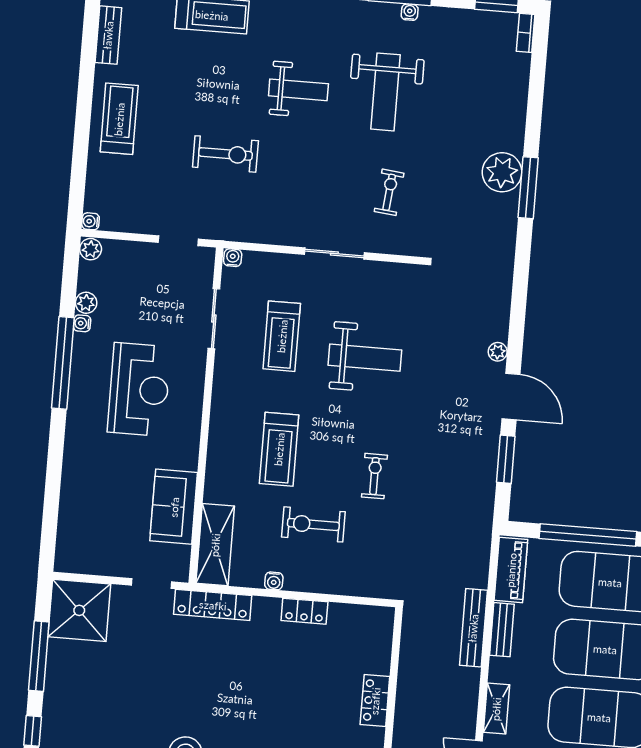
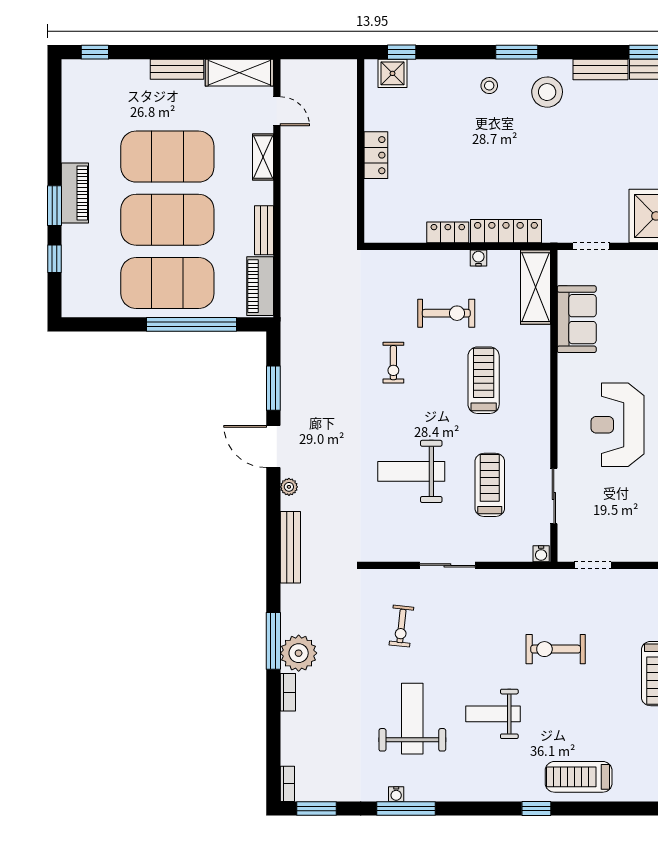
bookcase: (517, 131) -> (288, 692), added
locker: (213, 605) -> (506, 231), moved
bench: (473, 628) -> (290, 547), moved

